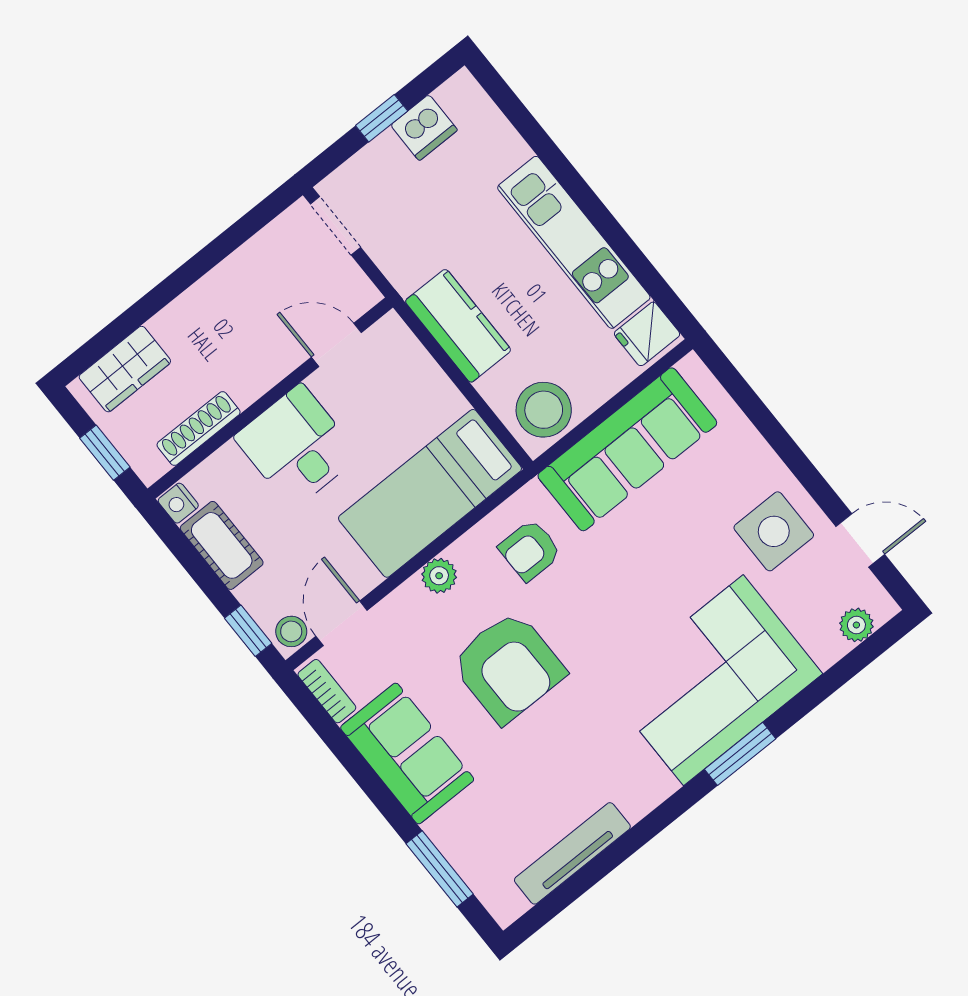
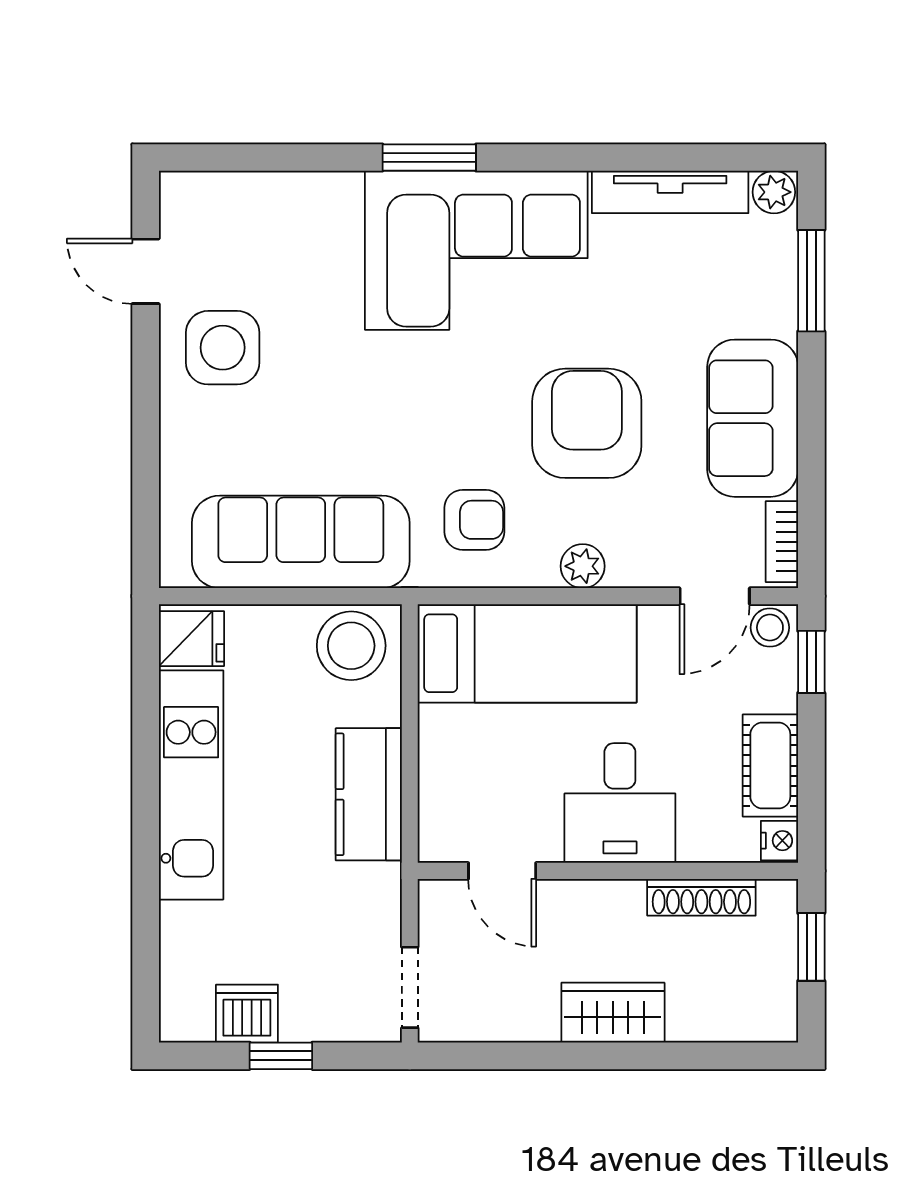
wardrobe: (125, 369) -> (613, 1013), moved
plant: (856, 625) -> (774, 192), moved
corner sofa: (713, 680) -> (476, 250), moved

